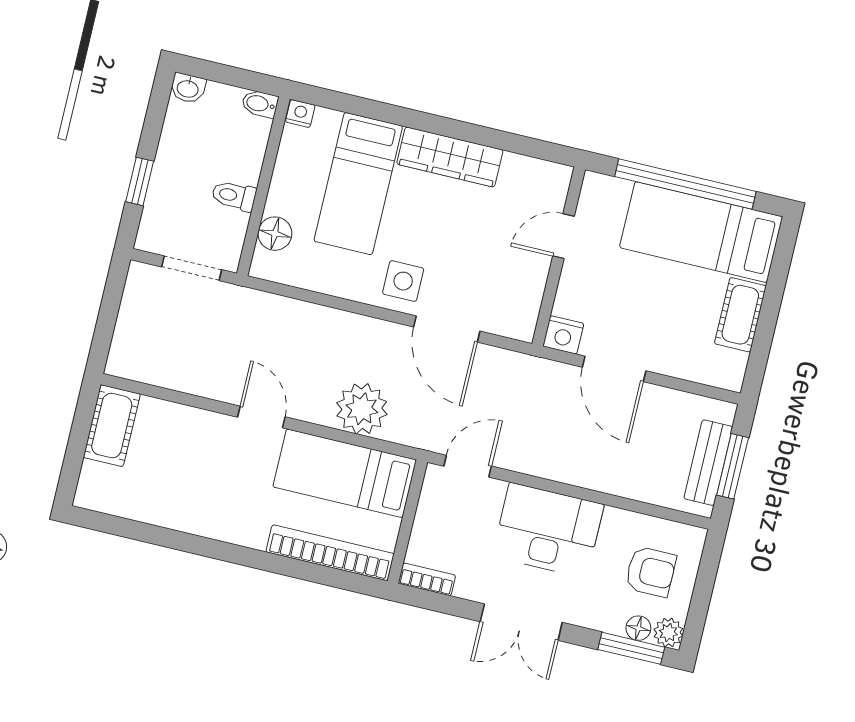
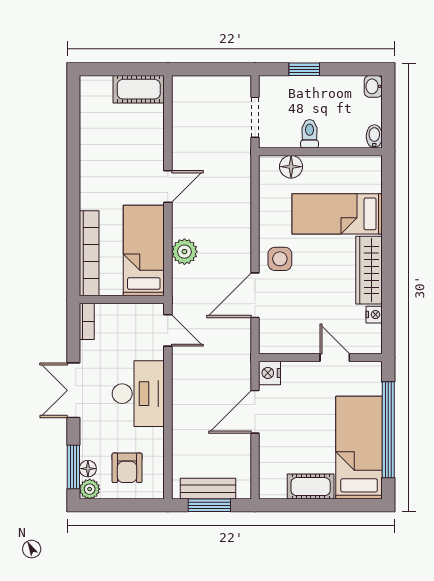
nightstand: (300, 114) -> (374, 315), moved
plant: (362, 409) -> (184, 252), width x0.73, depth x0.73

